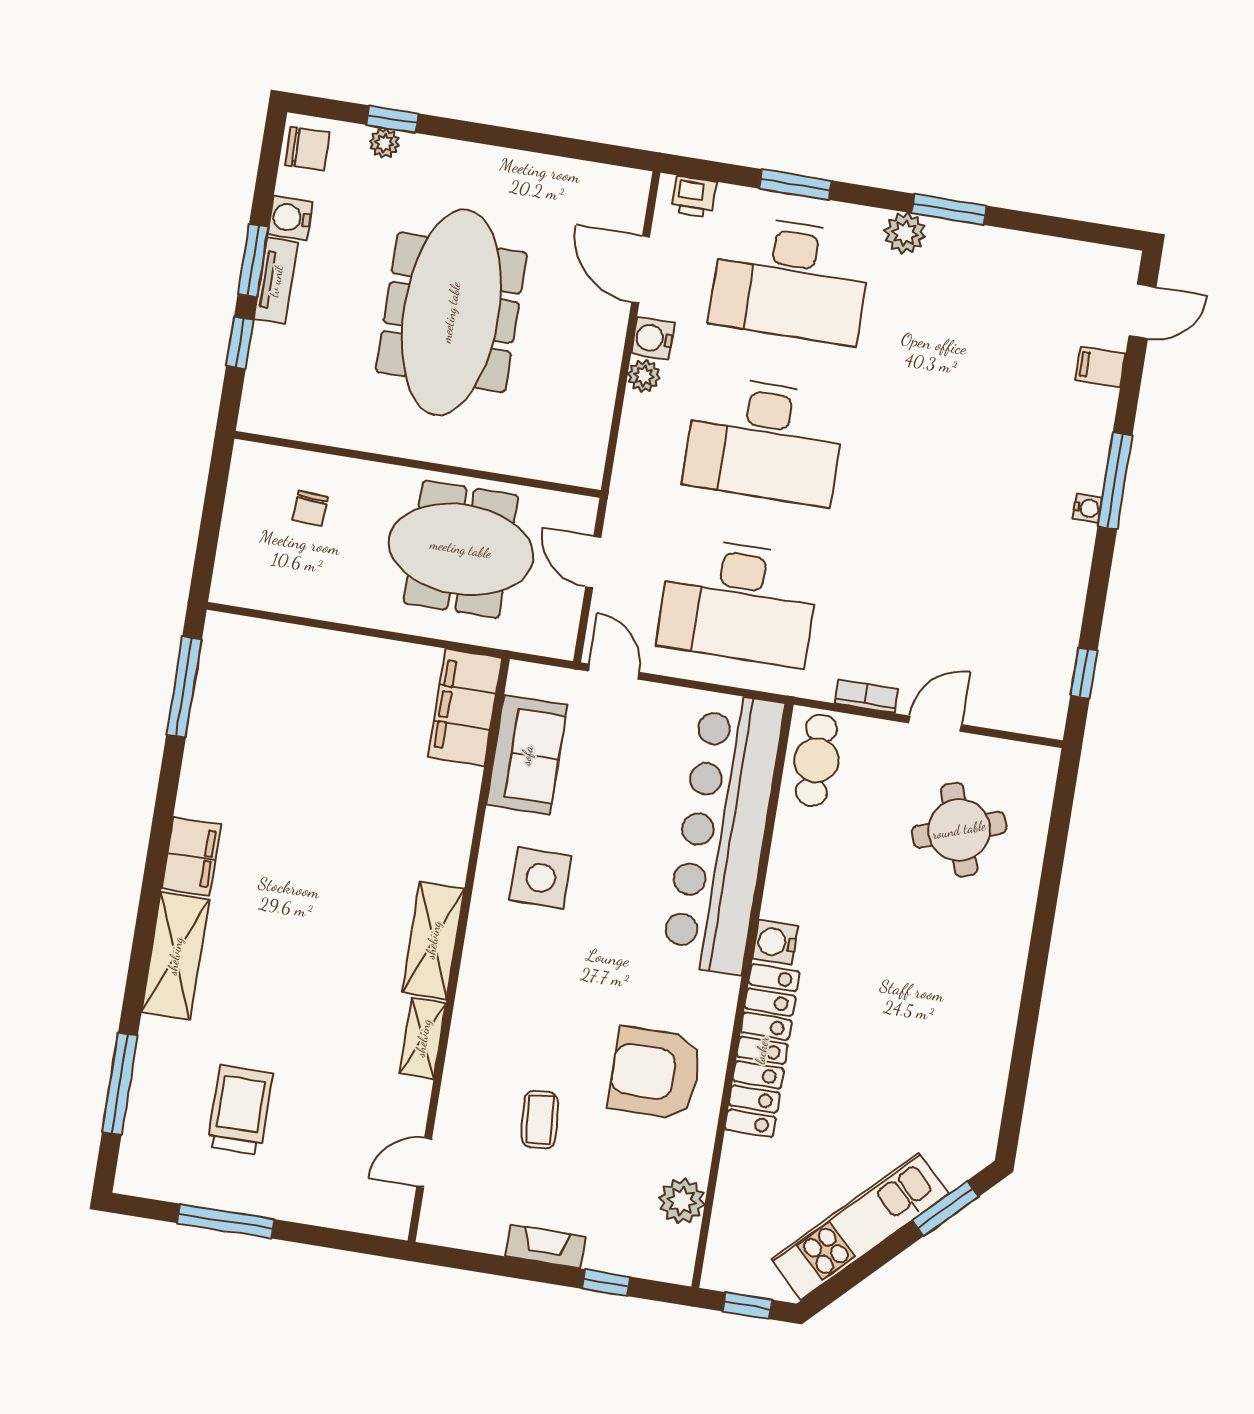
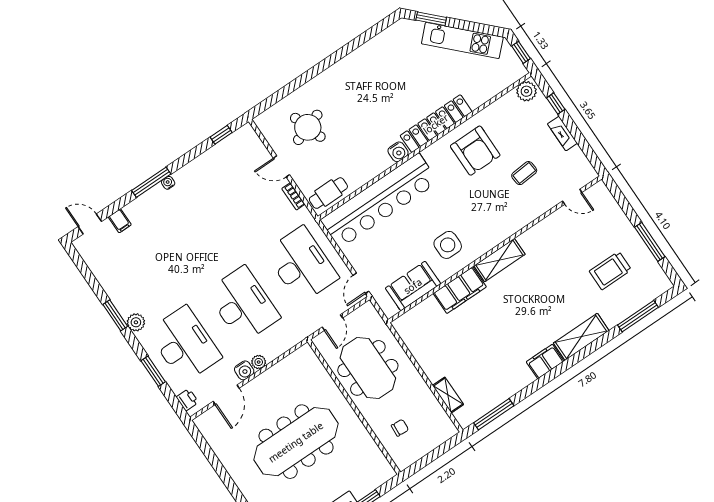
filing cabinet: (465, 707) -> (460, 290), moved
shelving: (423, 1038) -> (448, 395), moved, turned 90
plant: (682, 1201) -> (526, 91), moved

